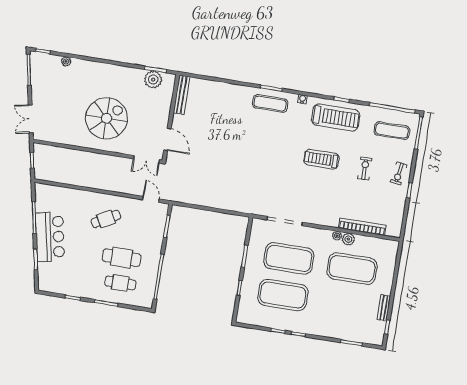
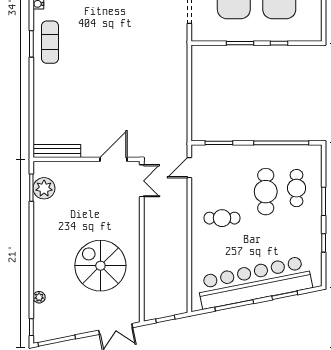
spiral stairs: (107, 118) -> (100, 266), moved
cafe table: (106, 219) -> (222, 218), turned -61
bar counter: (50, 237) -> (255, 282), width x1.86

